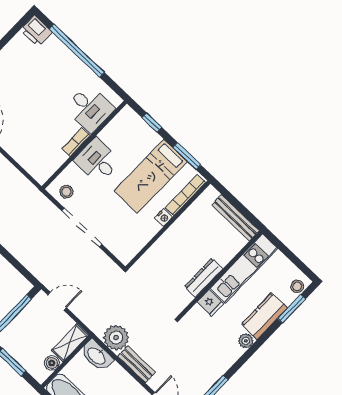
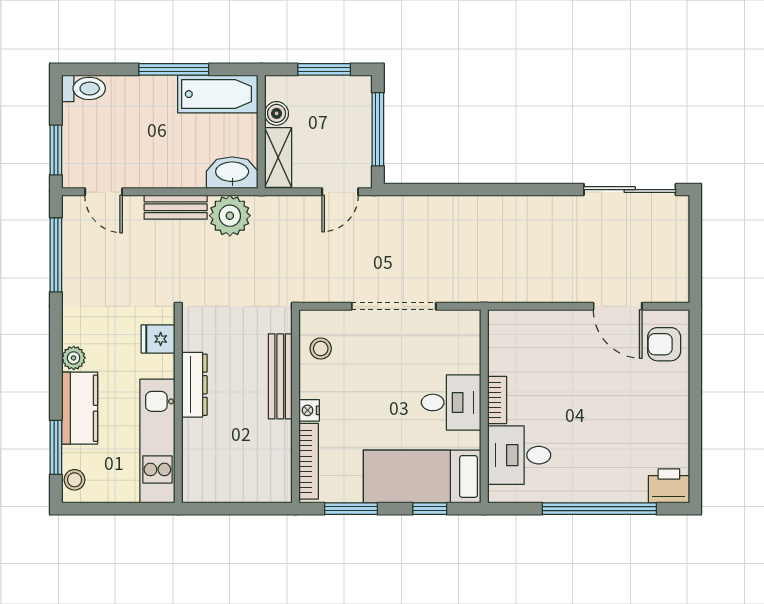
bed: (151, 176) -> (422, 476), moved, turned -90
stool: (66, 192) -> (321, 349), moved
bench: (236, 218) -> (280, 376), moved, turned 90
fridge: (210, 303) -> (158, 339), moved

